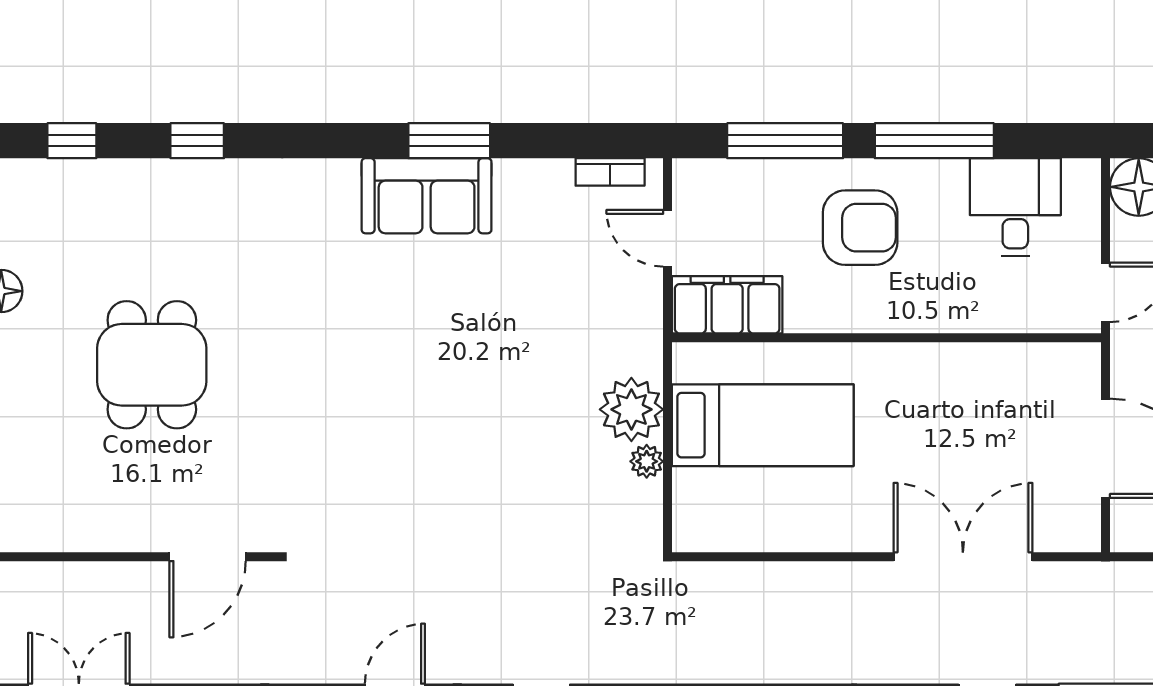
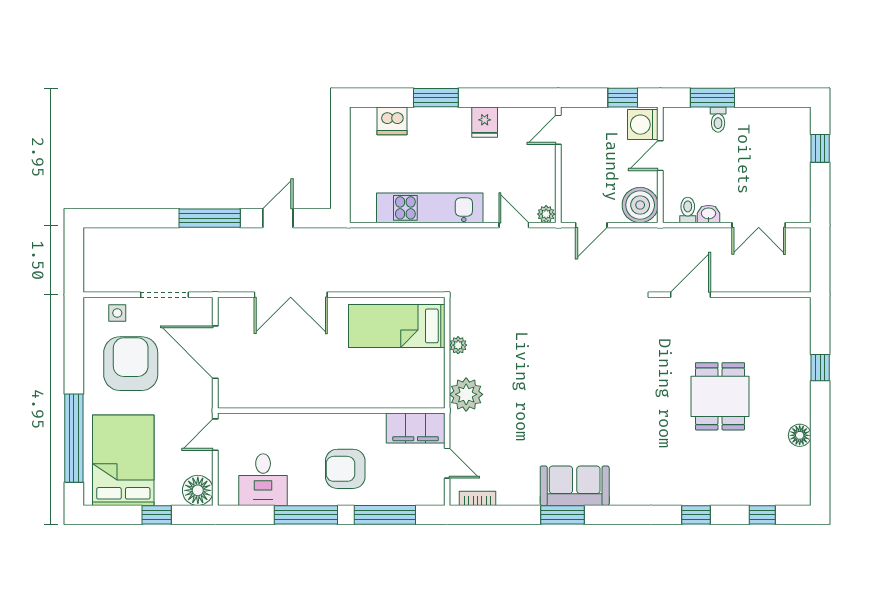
plant: (631, 409) -> (466, 394), moved
bed: (763, 425) -> (397, 326), moved

